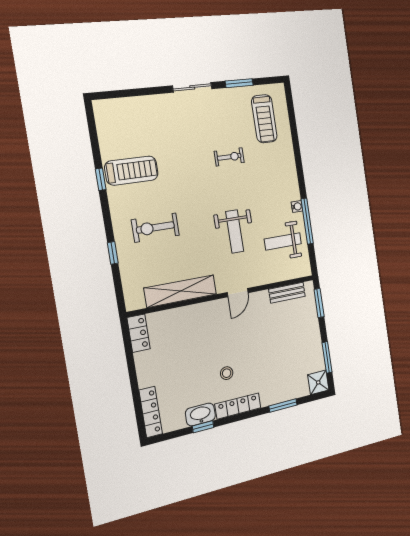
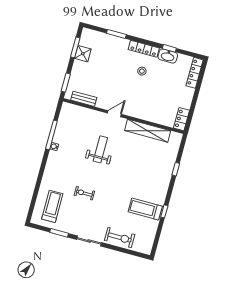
exercise bike: (155, 228) -> (120, 237), moved
weight bench: (283, 241) -> (73, 130), removed
shower: (318, 382) -> (83, 54), moved

